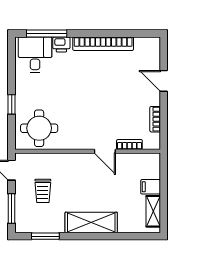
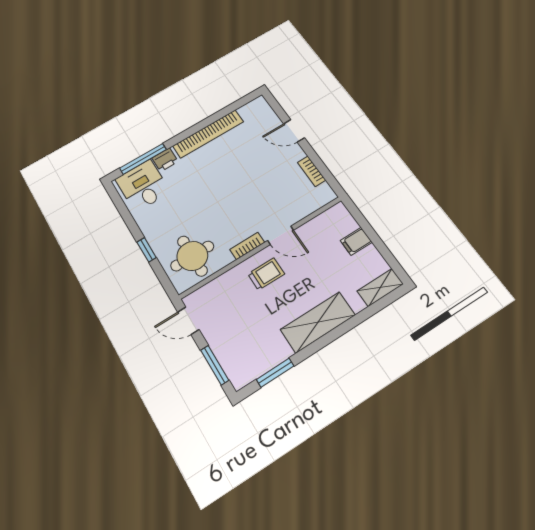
bookcase: (129, 144) -> (247, 246), moved
trolley: (43, 191) -> (266, 274), moved, turned -90
shelving: (153, 211) -> (380, 287), moved, turned 90

